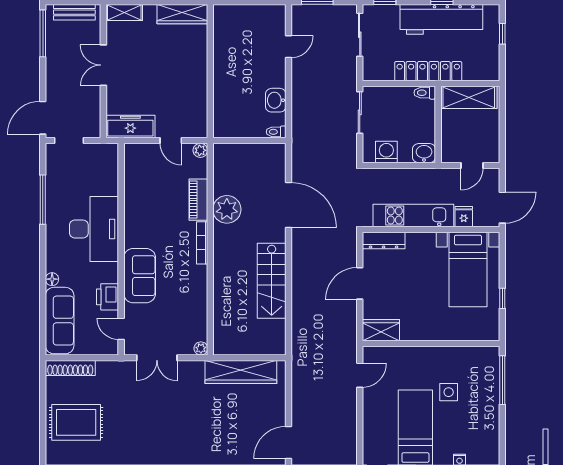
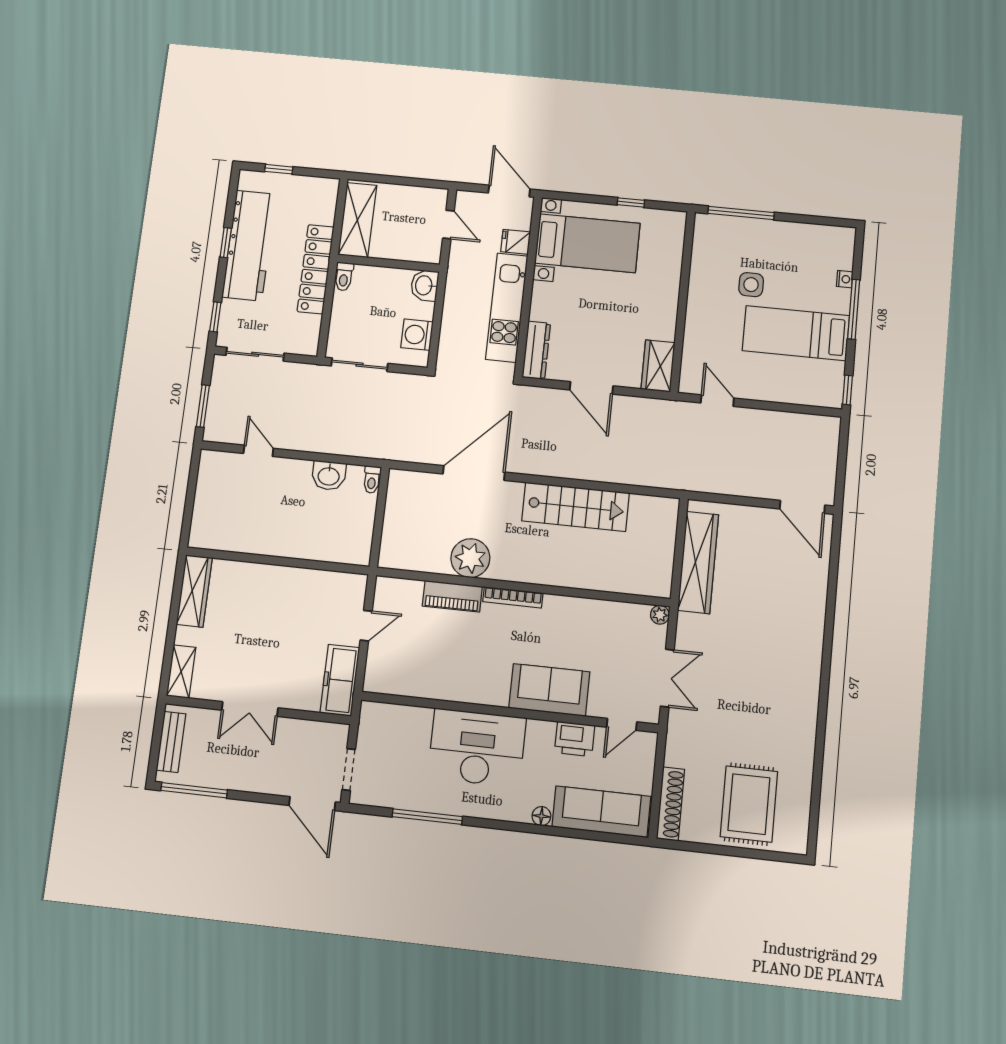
plant: (200, 150) -> (385, 586), removed

